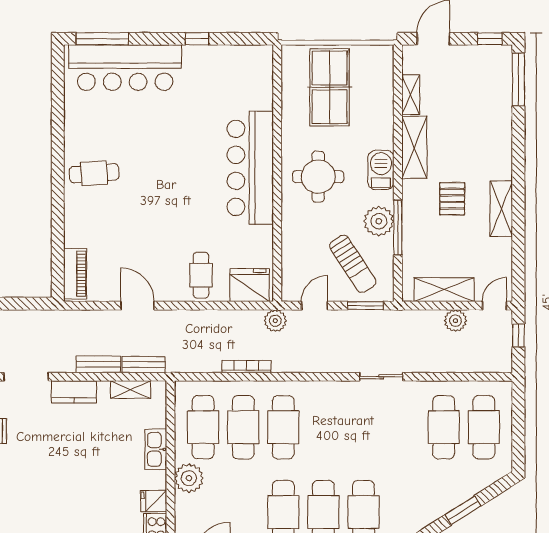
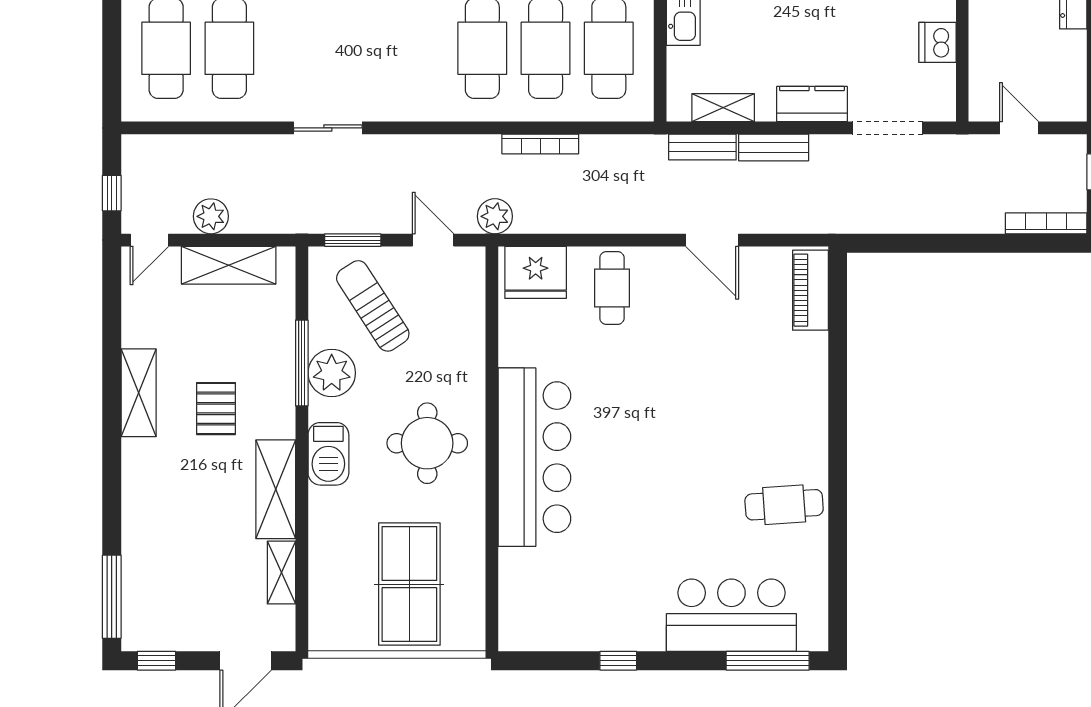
bar counter: (125, 68) -> (731, 615), width x0.73
cafe table: (94, 173) -> (784, 505), moved
door: (314, 306) -> (433, 240), swing flipped

